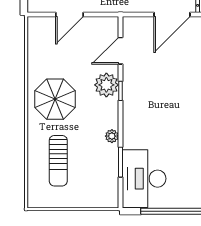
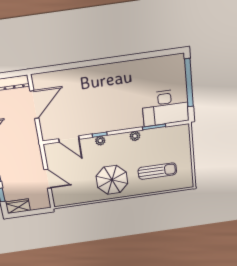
door: (172, 15) -> (34, 105), hinge flipped
plant: (106, 85) -> (100, 141), width x0.53, depth x0.53

